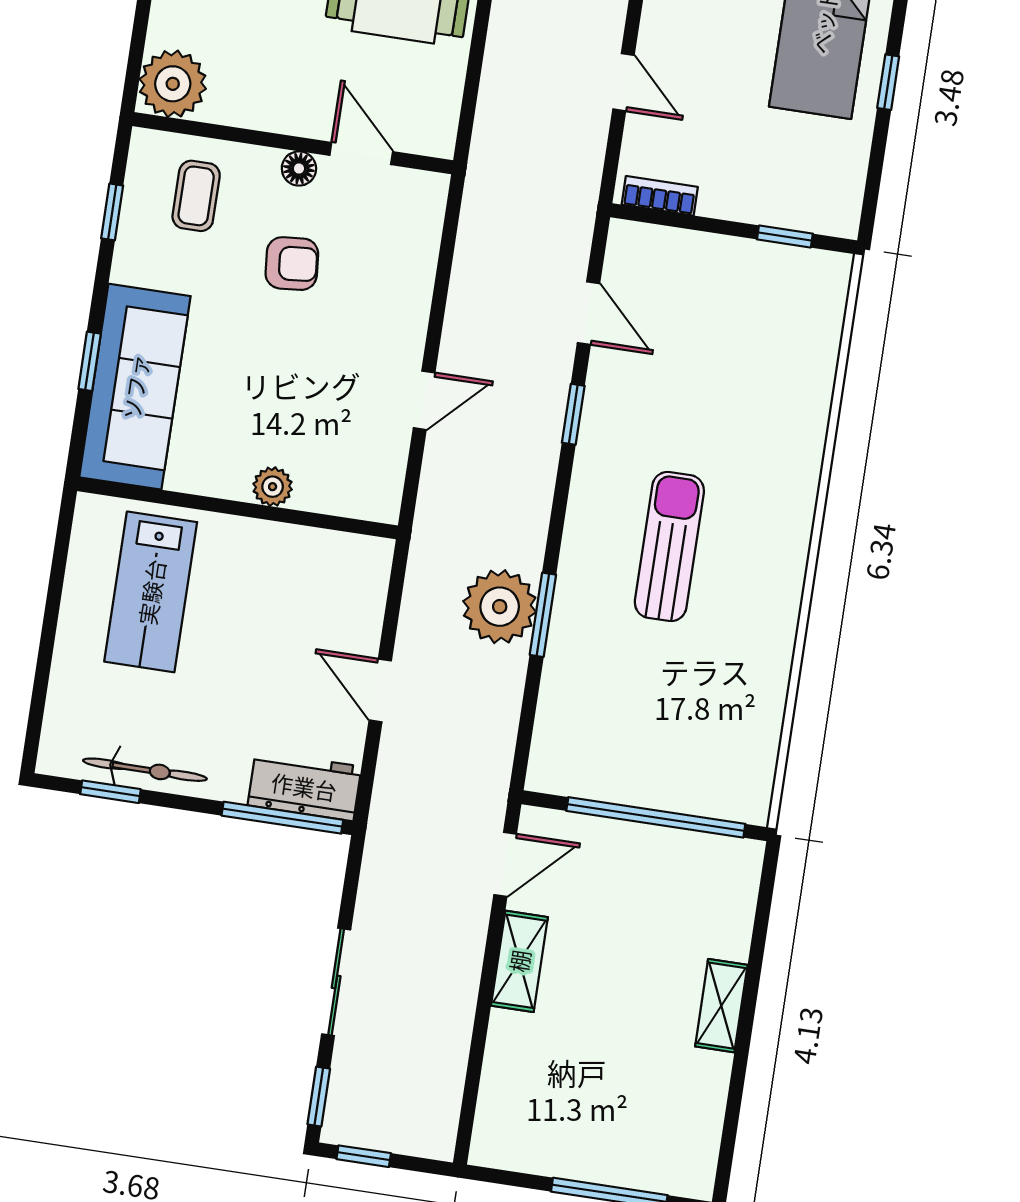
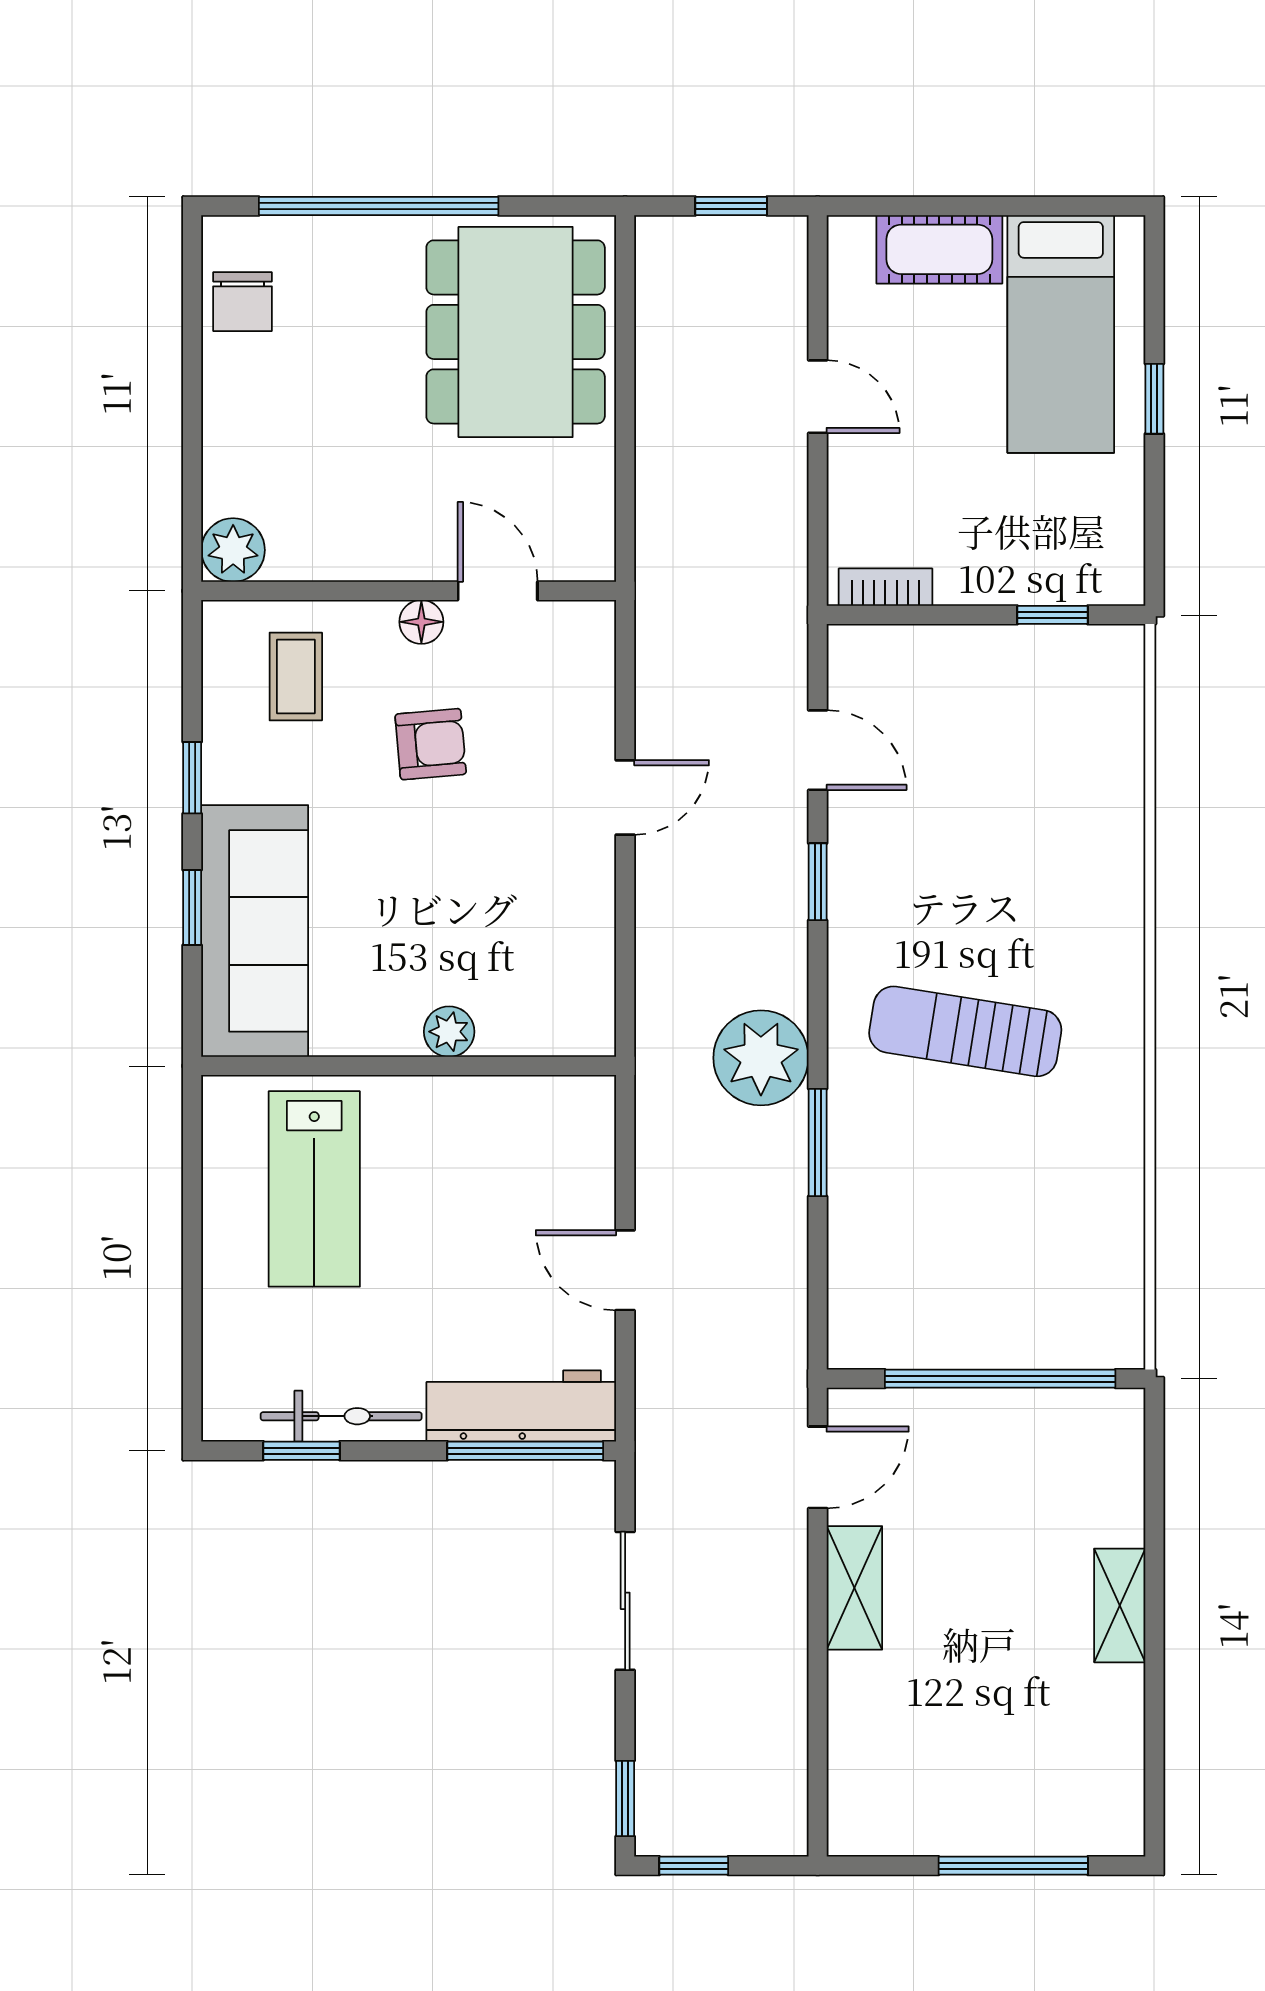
door: (623, 82) -> (818, 397), moved
plant: (173, 84) -> (233, 550), width x0.73, depth x0.73
window: (112, 212) -> (192, 778), moved
door: (424, 400) -> (625, 797), moved
sun lounger: (669, 546) -> (965, 1031), turned -81
plant: (500, 607) -> (761, 1058), moved
workbench: (304, 786) -> (521, 1406), width x1.38
sliding door: (336, 982) -> (625, 1601), moved

